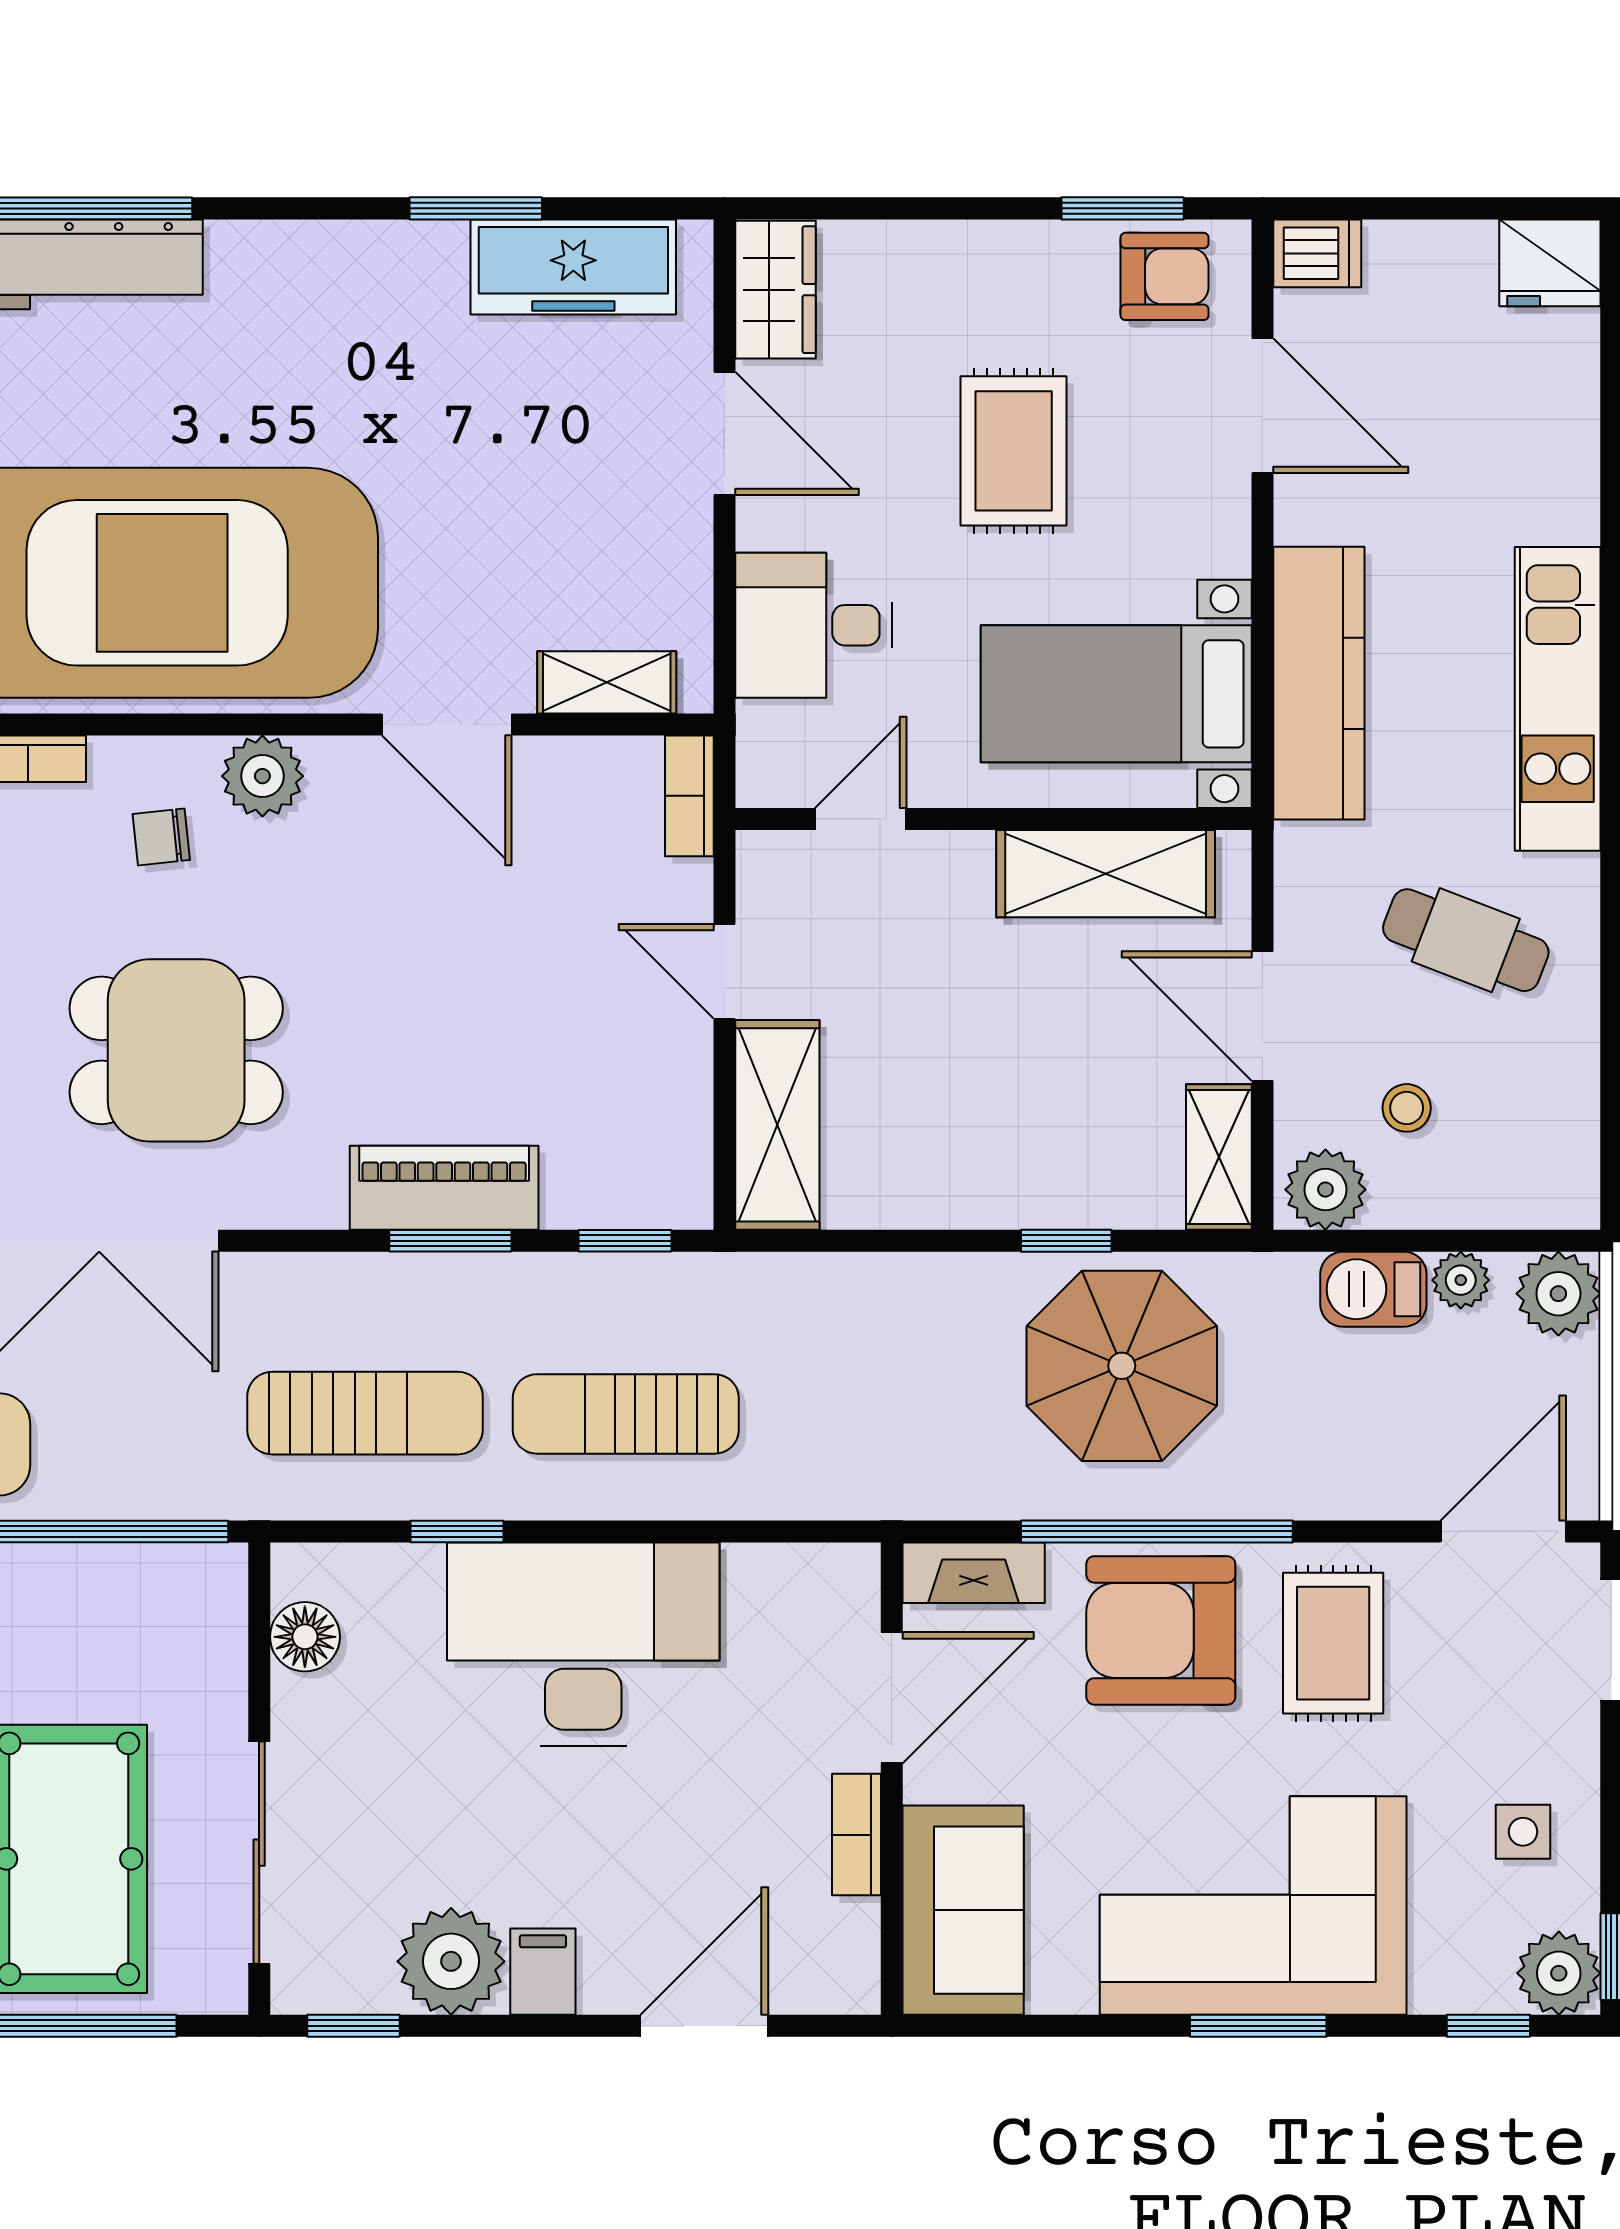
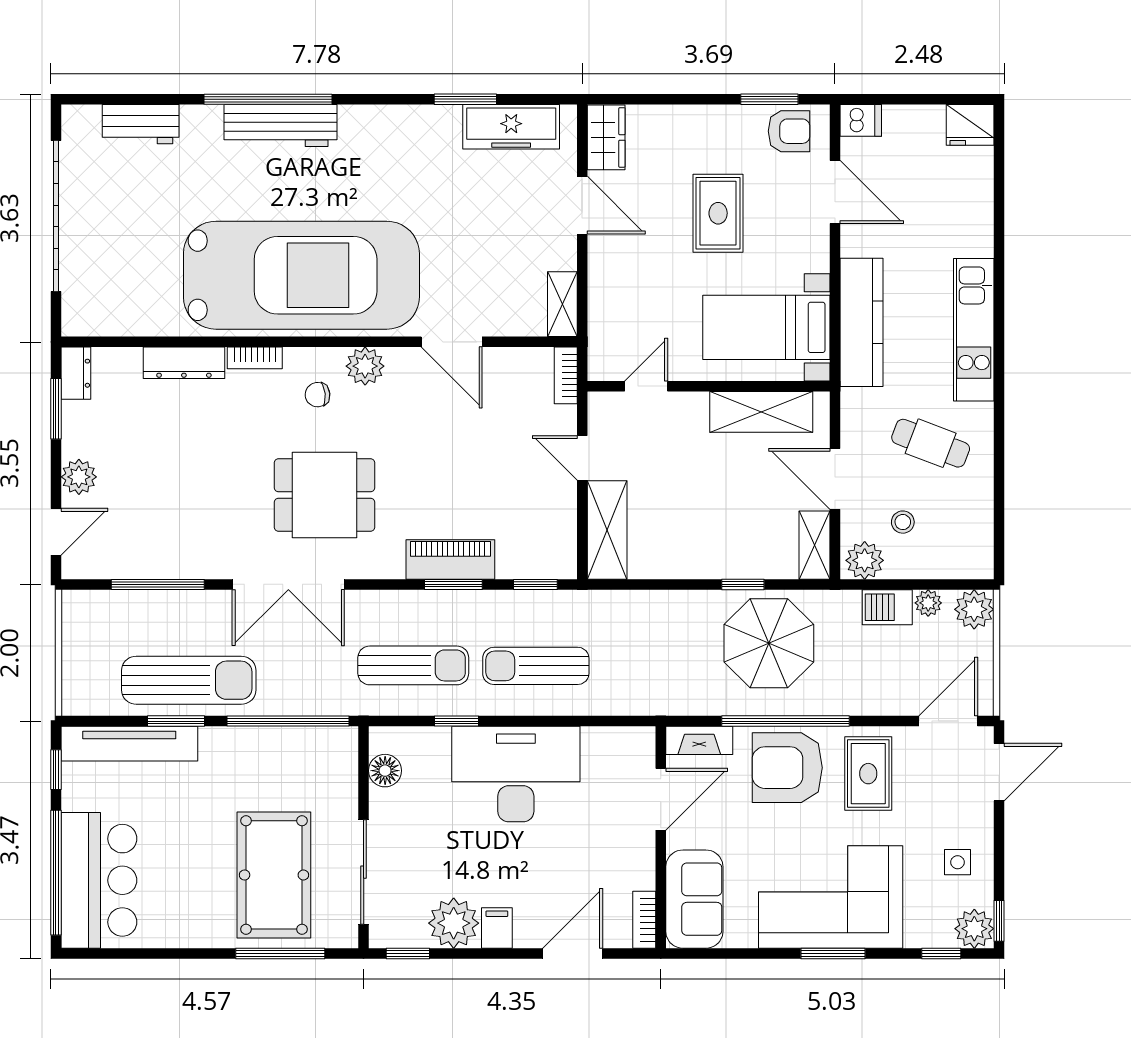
desk: (814, 625) -> (624, 295), removed
shelving: (607, 682) -> (562, 304), moved, turned 90
bookcase: (856, 1835) -> (644, 920), moved

